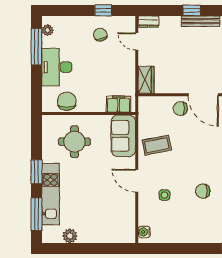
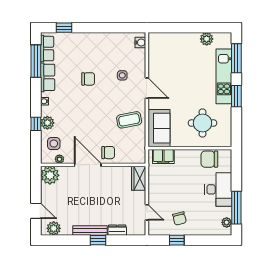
dresser: (149, 22) -> (117, 230), moved
chair: (67, 101) -> (209, 159), turned 90

